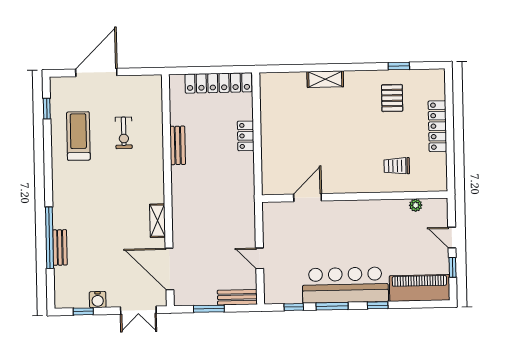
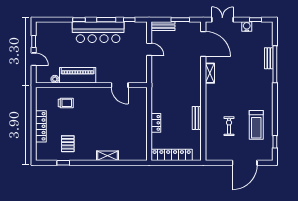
door: (308, 198) -> (120, 85), hinge flipped
piano: (420, 288) -> (78, 75), moved, turned 180

